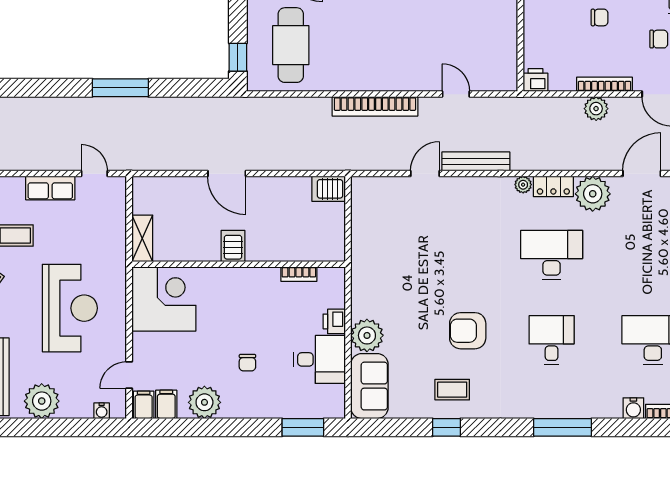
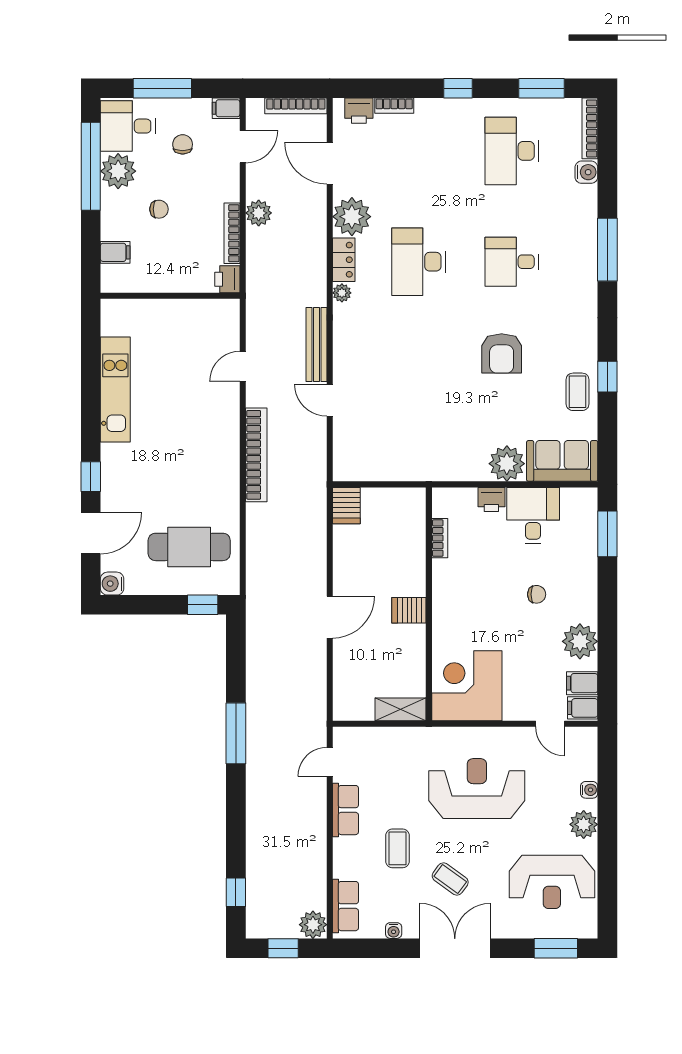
chair: (600, 17) -> (159, 209), turned 90
bookcase: (604, 84) -> (232, 233), moved
coffee table: (452, 390) -> (578, 392), moved
plant: (42, 401) -> (584, 824), width x0.73, depth x0.73
water cooler: (102, 411) -> (589, 790), moved

